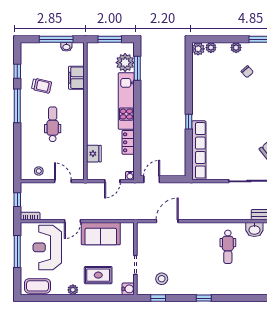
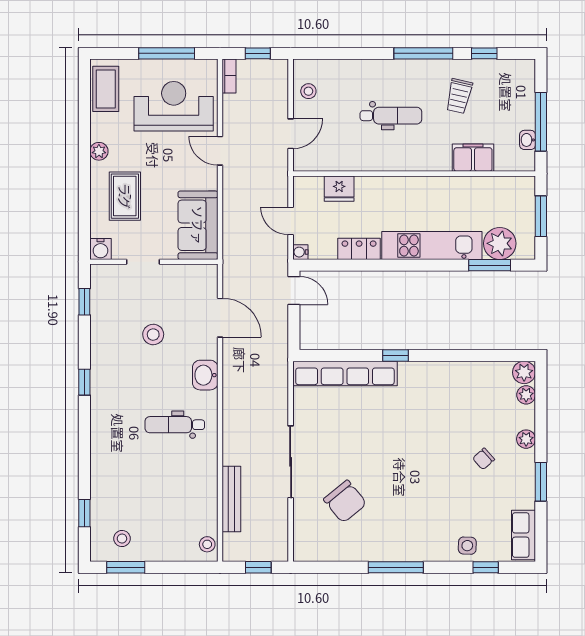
washbasin: (254, 230) -> (205, 375), moved
sofa: (101, 234) -> (198, 225), moved
stool: (162, 279) -> (153, 335), moved

